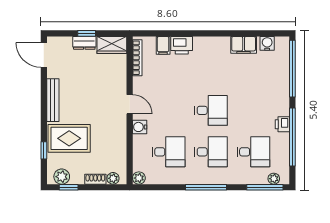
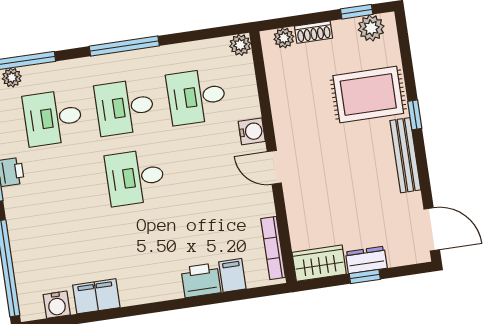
window: (44, 150) -> (415, 115), moved

